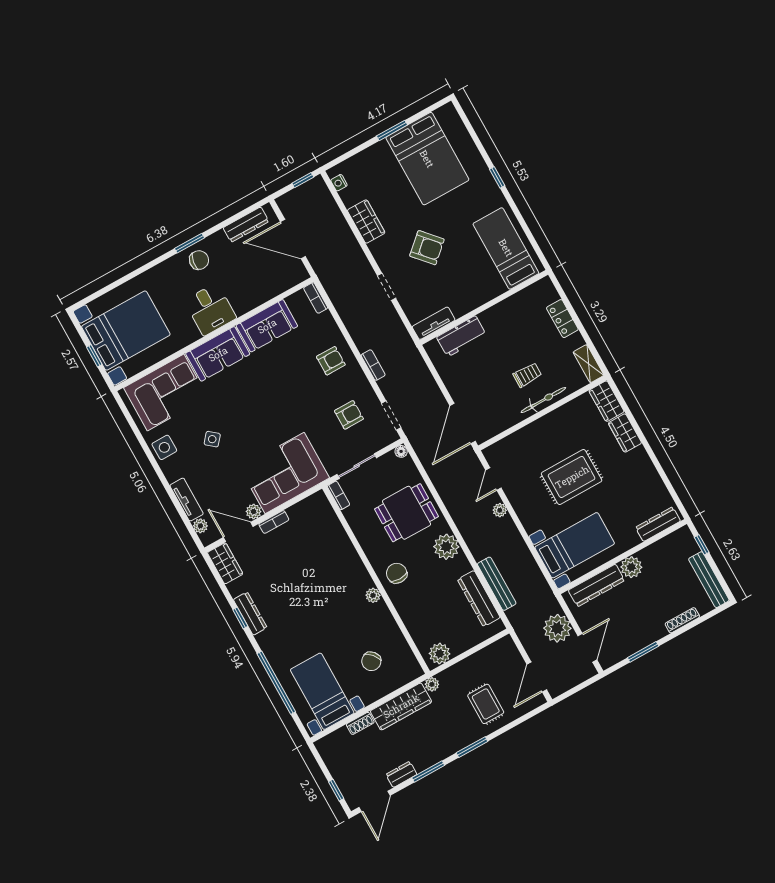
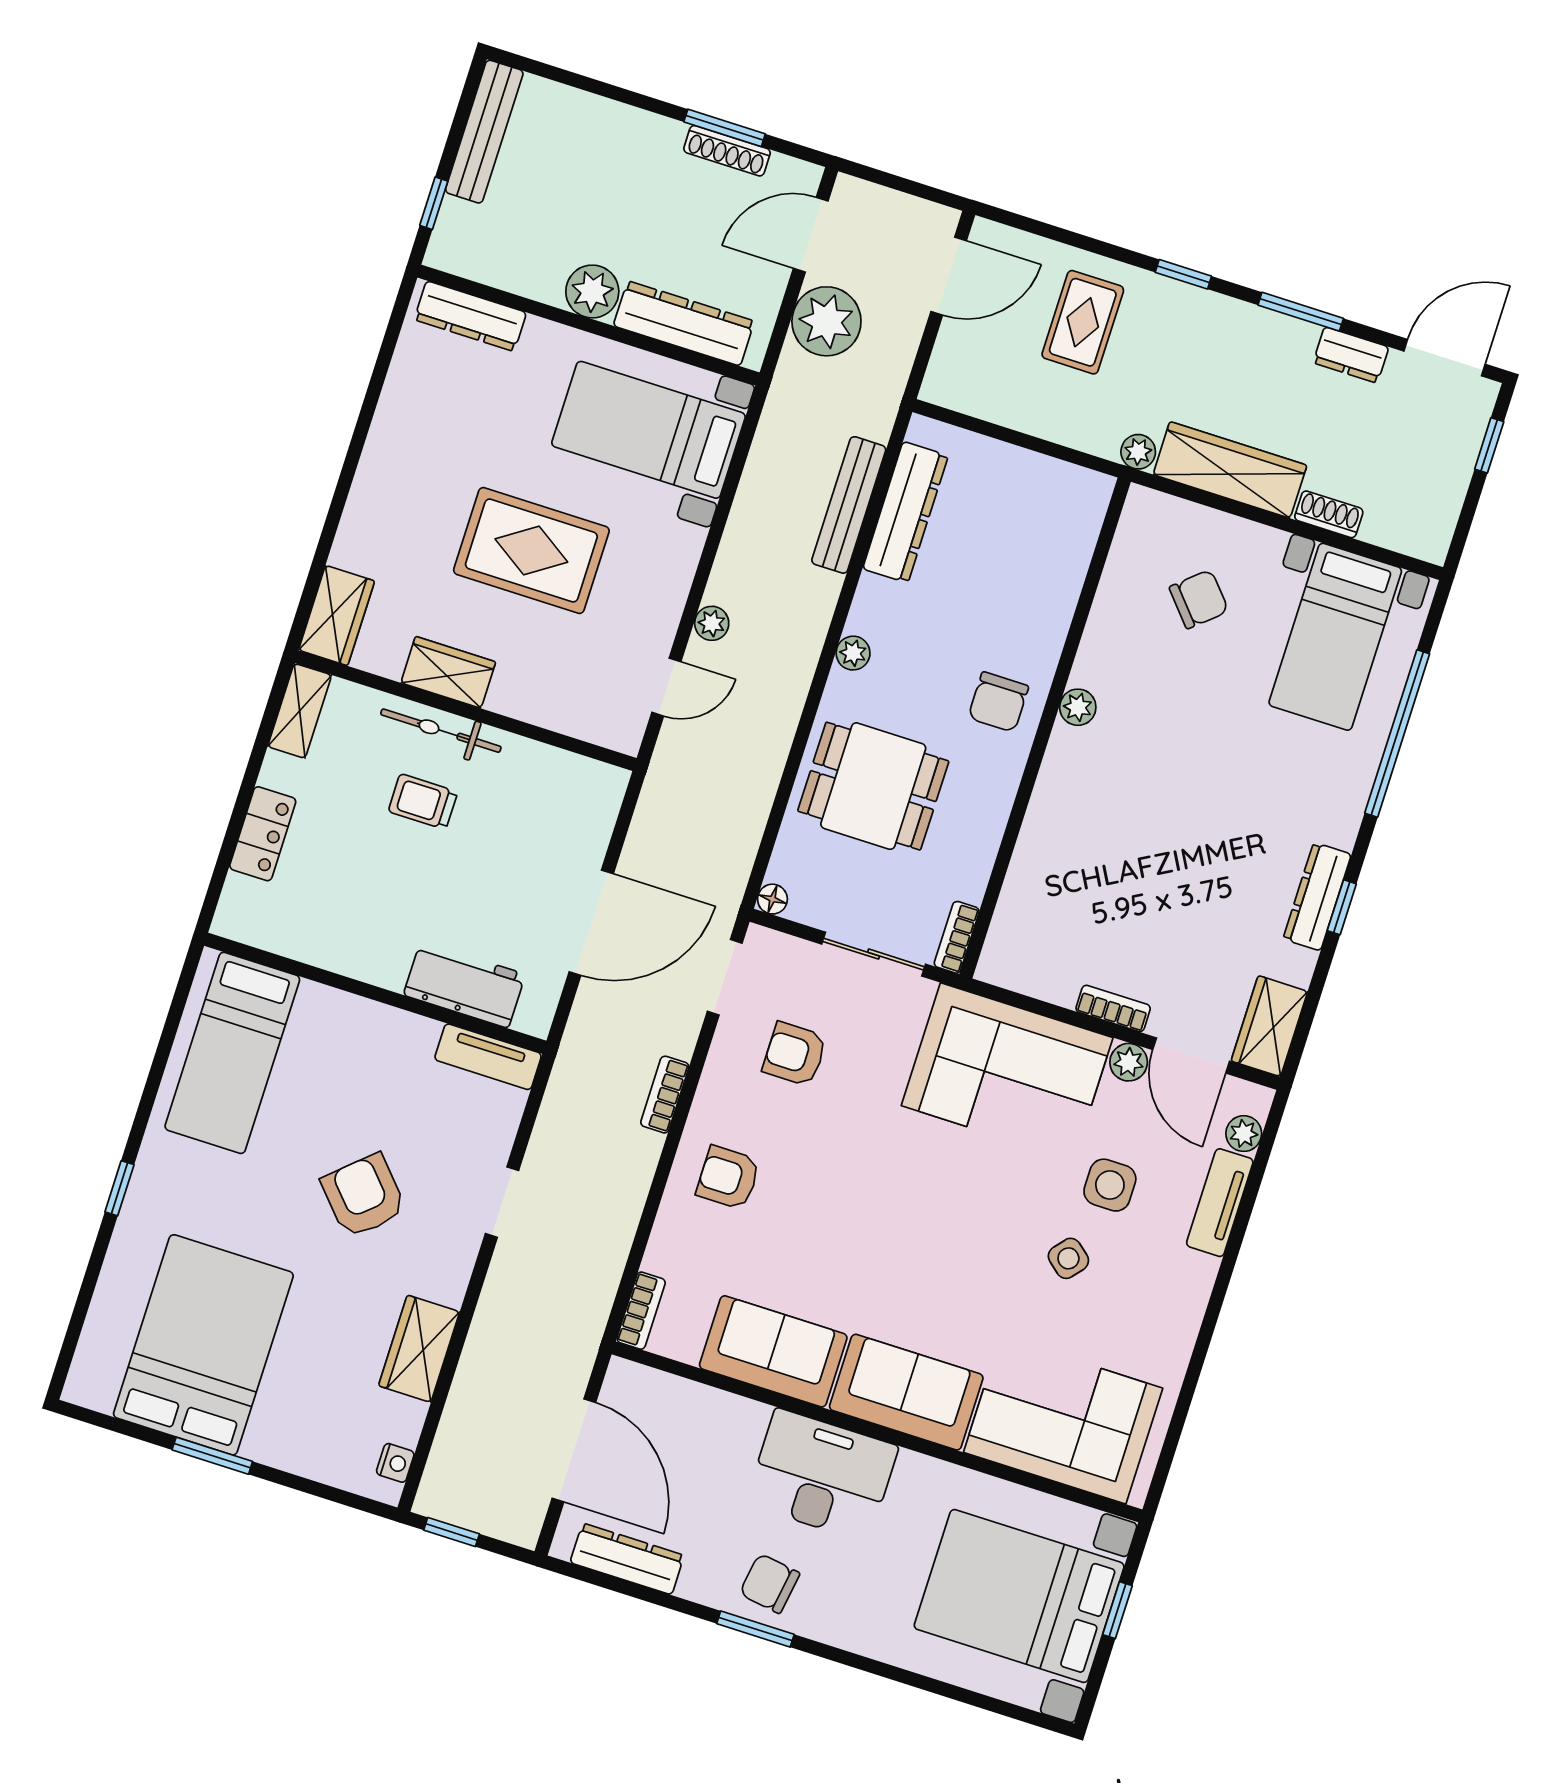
desk: (210, 309) -> (822, 1475), width x1.37
door: (463, 423) -> (591, 923), moved
wardrobe: (625, 433) -> (448, 672), moved, turned -90
side table: (164, 447) -> (1110, 1185), moved
plant: (446, 547) -> (853, 653), width x0.53, depth x0.53
shoe rack: (682, 620) -> (727, 151), moved
plant: (440, 654) -> (1070, 490), removed
window: (472, 747) -> (1183, 274), width x0.67

